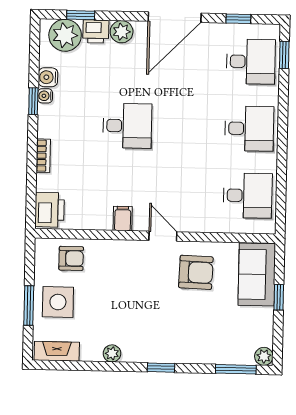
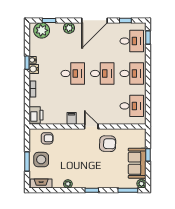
printer: (96, 31) -> (56, 28), removed
water cooler: (48, 77) -> (34, 69), moved
desk: (188, 127) -> (102, 73), added
sofa: (257, 274) -> (137, 163), moved

